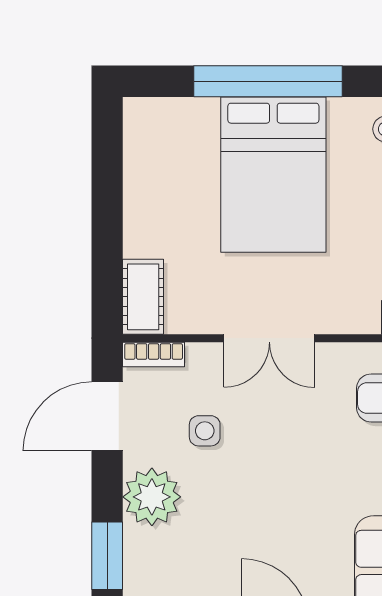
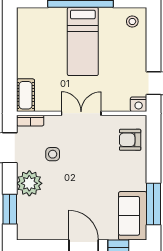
bed: (273, 175) -> (83, 41), width x0.67
double door: (269, 338) -> (81, 113), swing flipped

